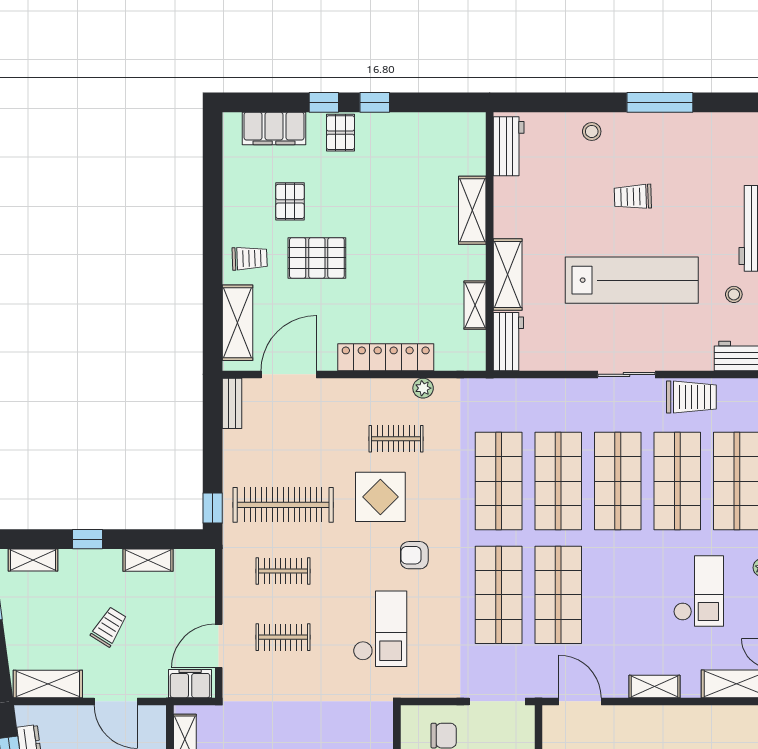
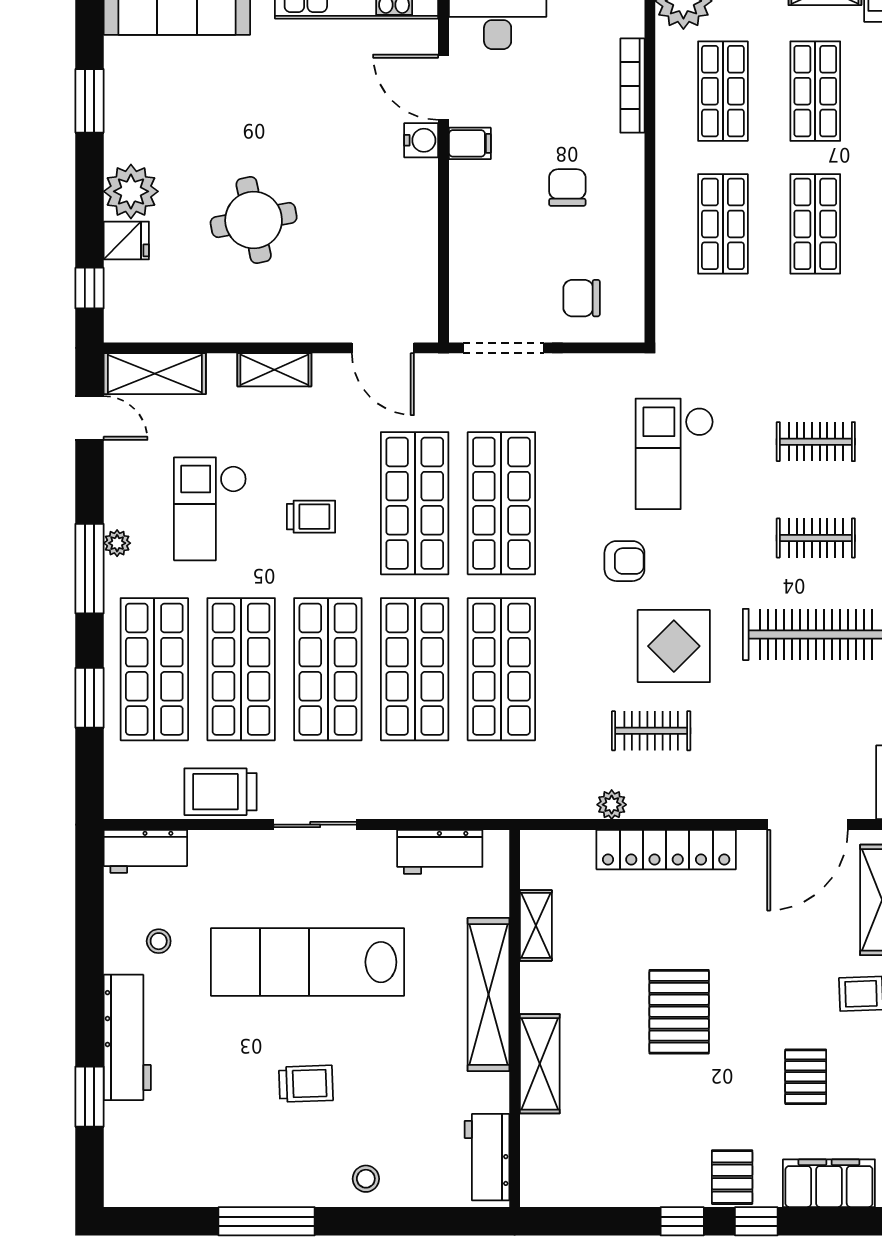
pallet: (317, 258) -> (679, 1012), moved, turned 90
shelving: (508, 275) -> (488, 995), width x1.47
workbench: (508, 342) -> (440, 852), moved, turned -90
trolley: (629, 586) -> (311, 517), added

